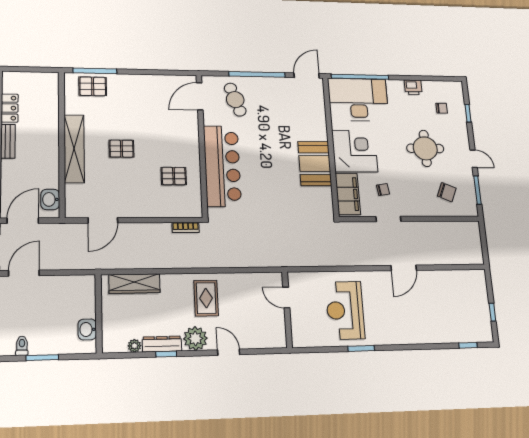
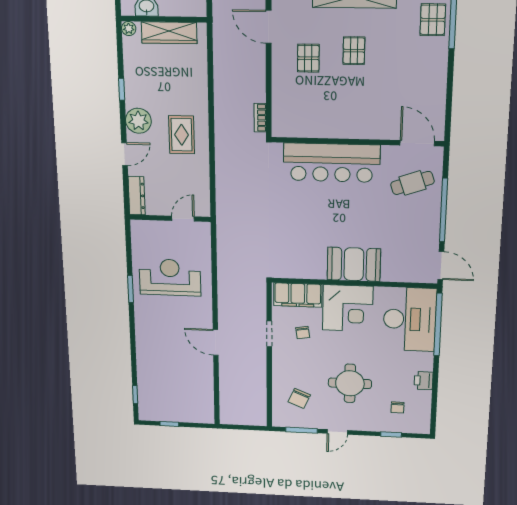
booth: (315, 164) -> (354, 264), moved
pallet: (174, 176) -> (308, 58), moved
wardrobe: (134, 284) -> (169, 33), moved, turned -90
rug: (206, 298) -> (182, 135), turned 90
dresser: (162, 344) -> (137, 196), moved
plant: (134, 346) -> (129, 29), moved

